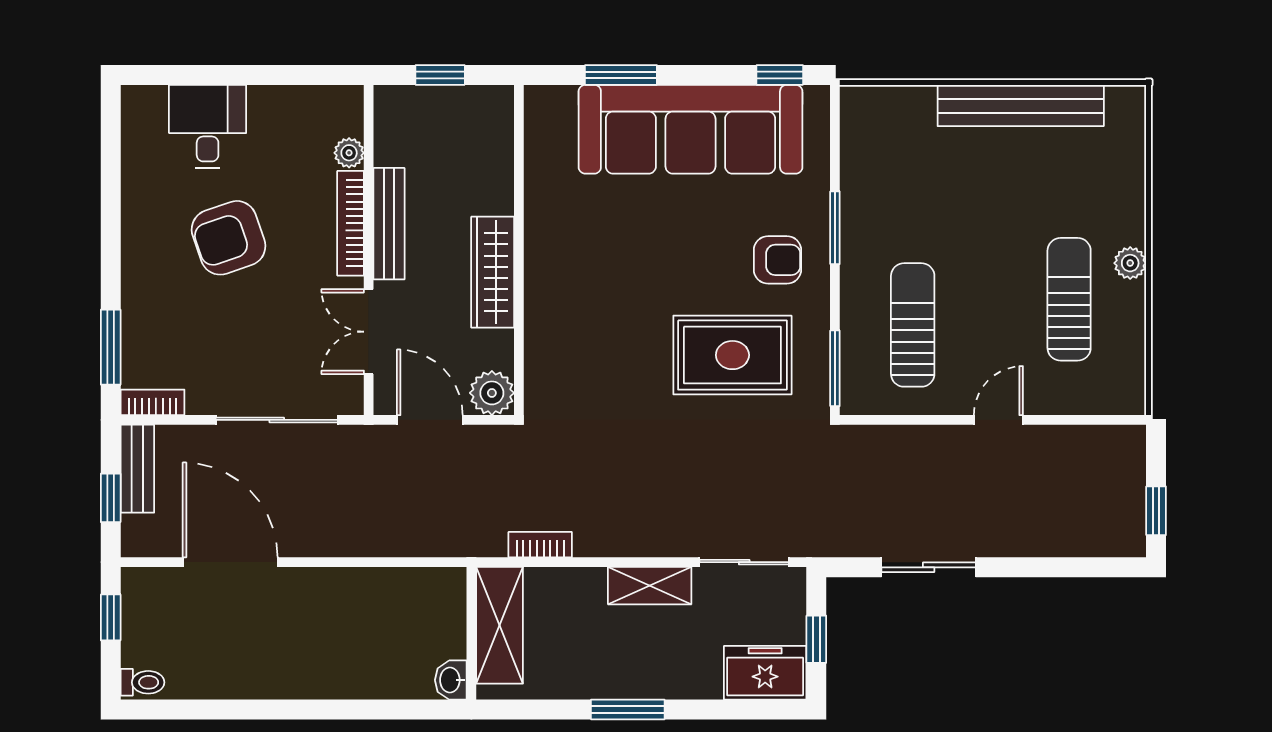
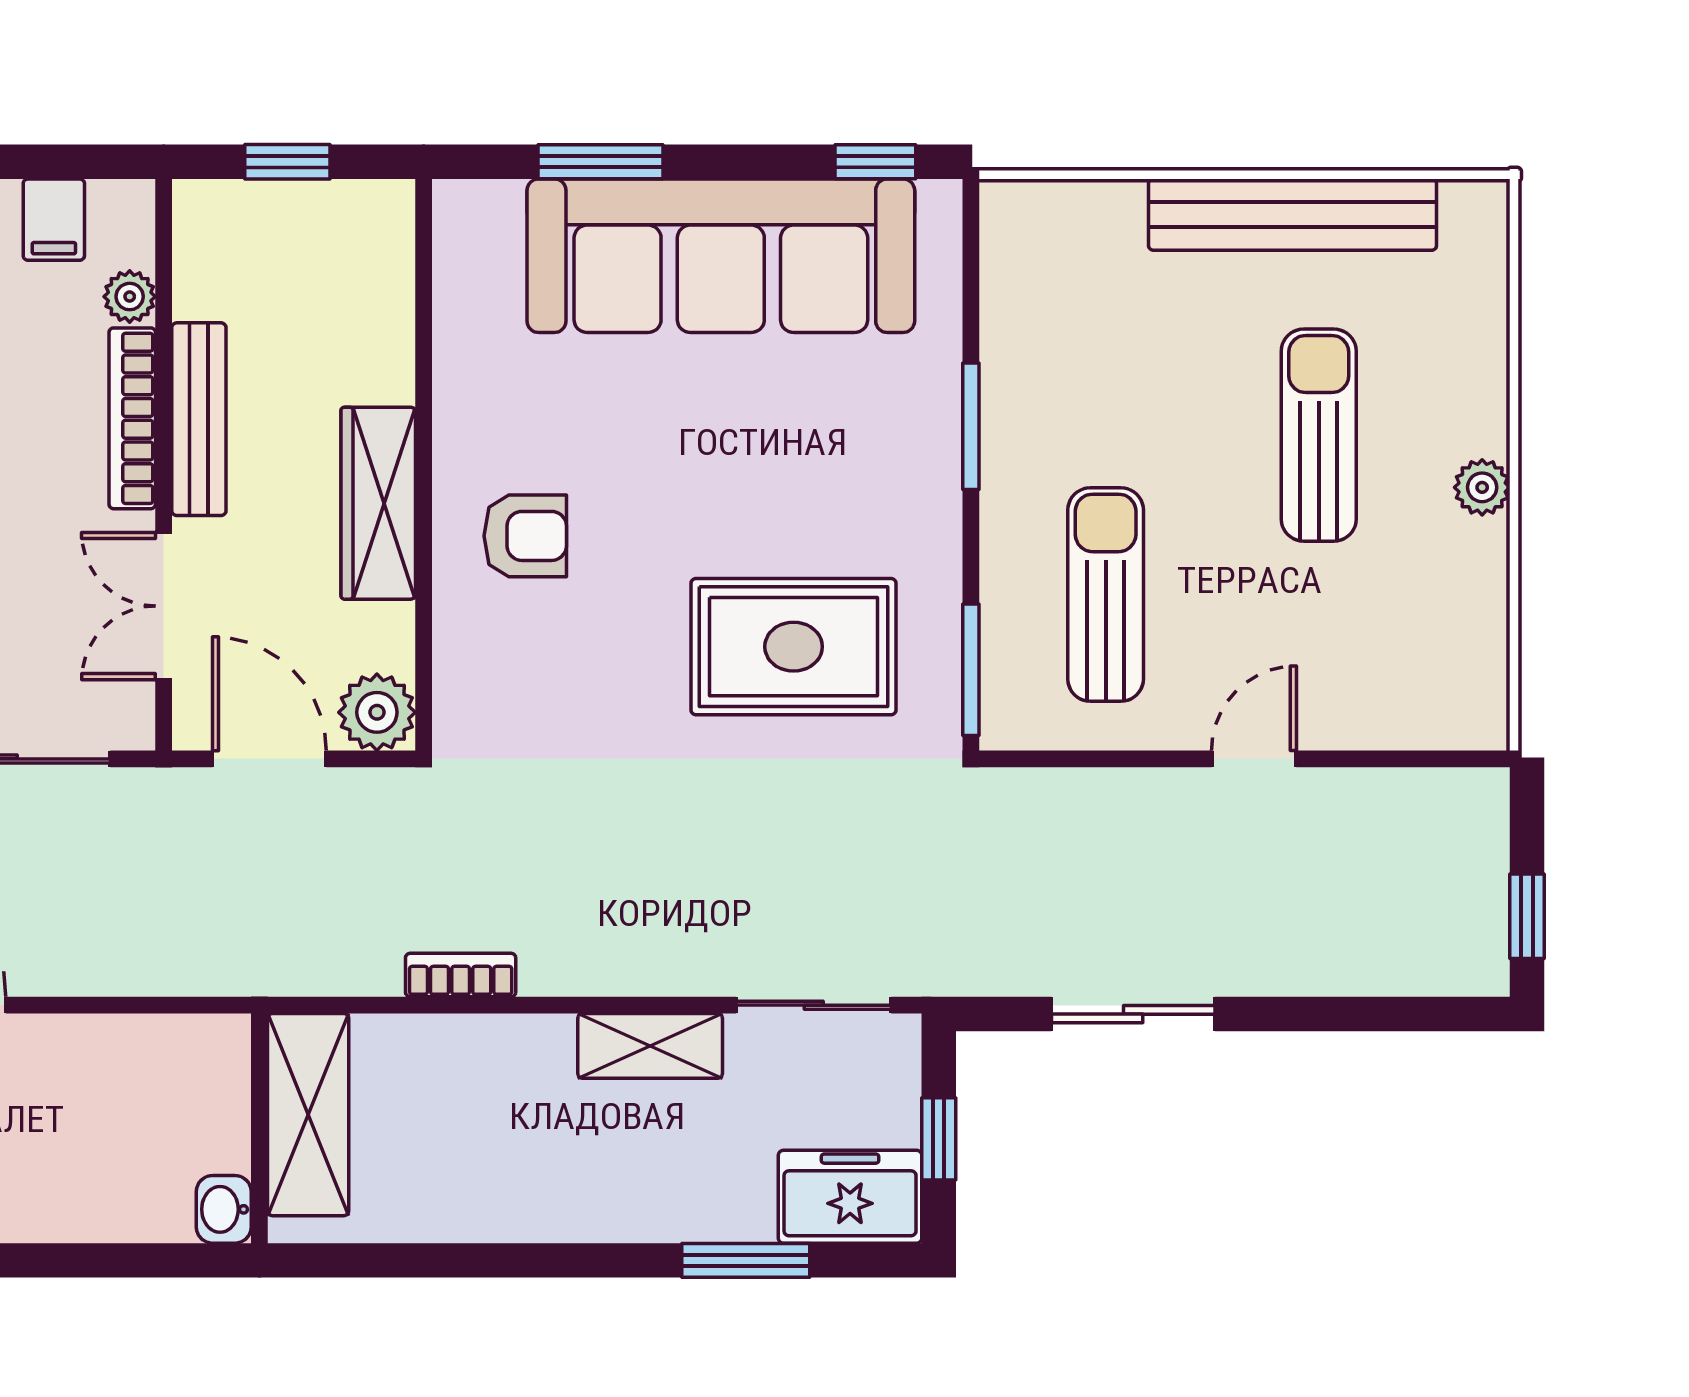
filing cabinet: (305, 108) -> (54, 220), added
armchair: (777, 260) -> (525, 536), moved
sun lounger: (1069, 299) -> (1319, 435), moved
shelving: (500, 625) -> (308, 1115), moved
wall: (471, 633) -> (259, 1128), moved
washbasin: (451, 680) -> (224, 1209), moved
window: (628, 709) -> (746, 1260), moved

